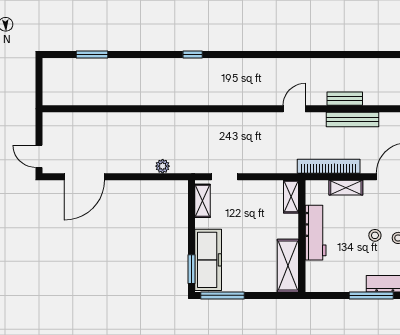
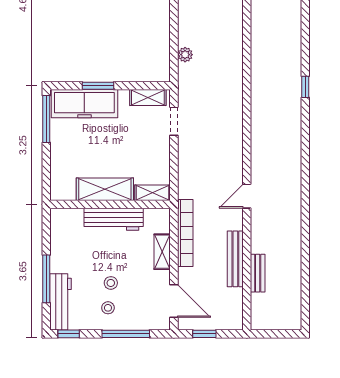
bench: (345, 99) -> (258, 273), moved
door: (294, 109) -> (247, 196), swing flipped
shelving: (288, 266) -> (105, 189), moved
window: (192, 269) -> (98, 86), moved

